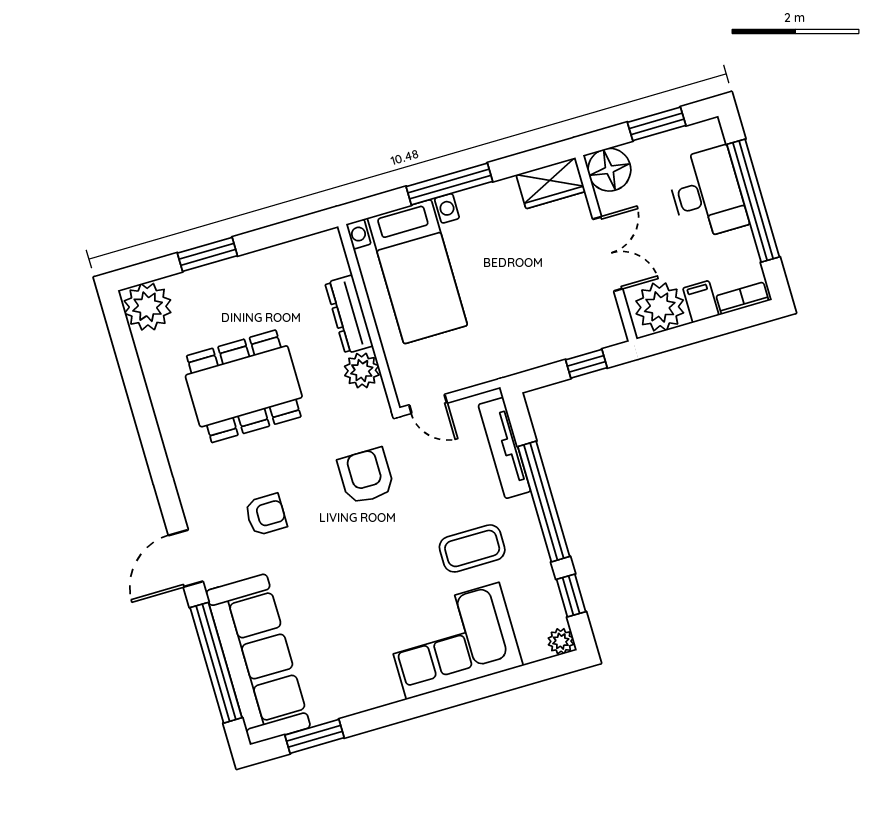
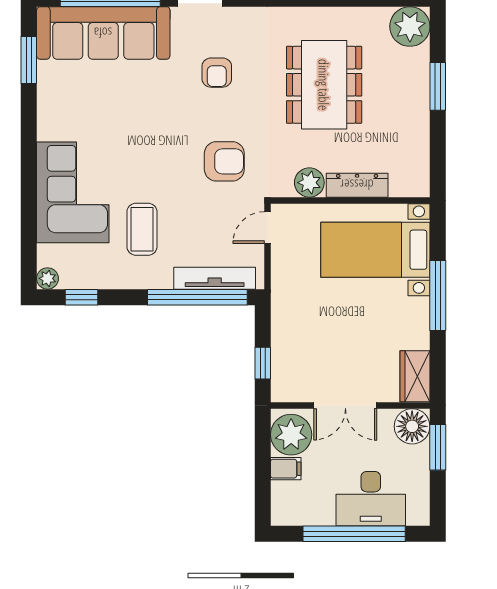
window: (657, 124) -> (438, 447), moved
bookcase: (742, 298) -> (279, 503), removed
window: (544, 501) -> (197, 297), moved

